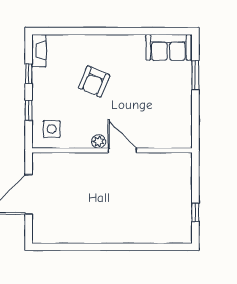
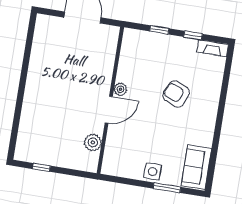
side table: (52, 129) -> (153, 172), moved
plant: (160, 162) -> (93, 142), added

